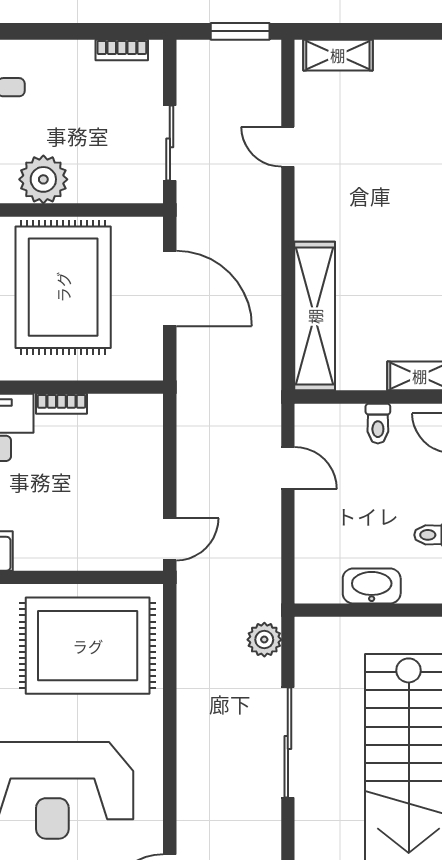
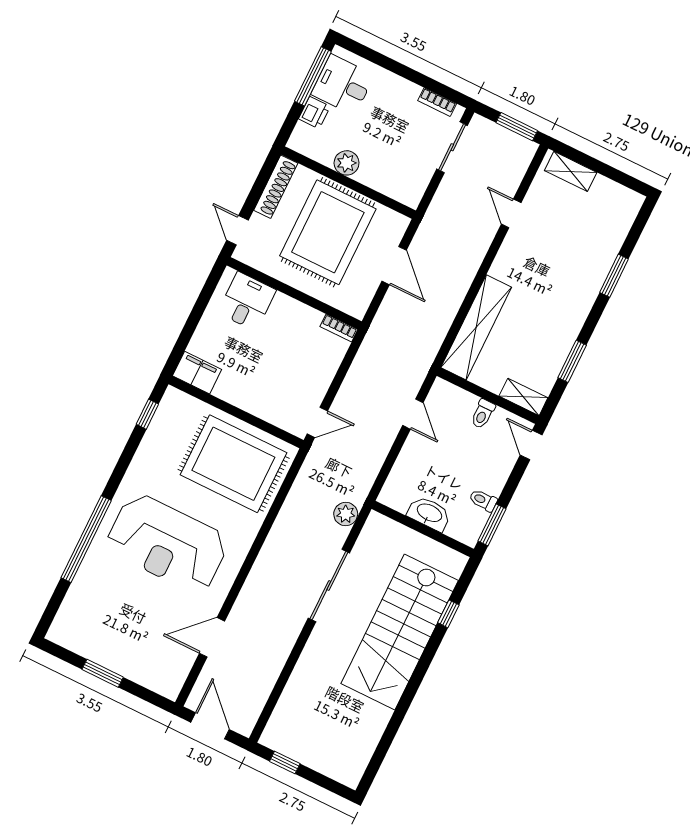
sliding door: (170, 143) -> (452, 147), moved
plant: (43, 179) -> (347, 163), width x0.73, depth x0.73
door: (170, 288) -> (394, 266), width x0.73
bookcase: (61, 404) -> (339, 328), moved

